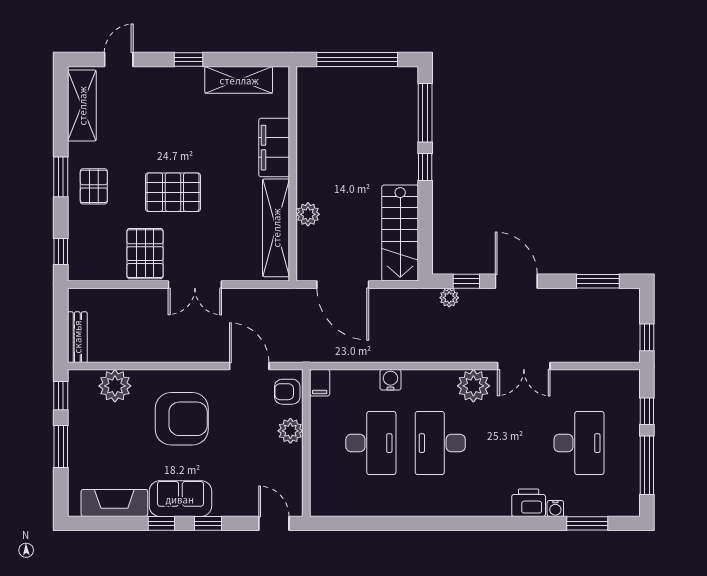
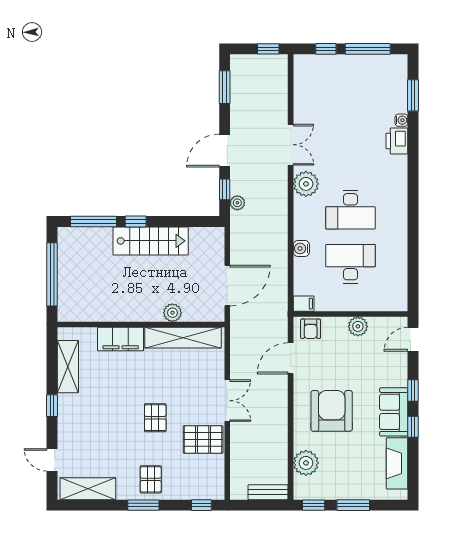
pallet: (94, 186) -> (151, 479), turned 90
pallet: (173, 192) -> (155, 418), width x0.67, depth x0.71
stairs: (400, 233) -> (151, 241), moved
plant: (290, 431) -> (358, 326), moved
desk: (579, 443) -> (350, 102), removed

